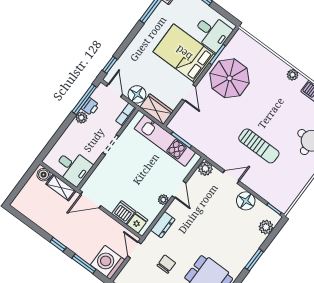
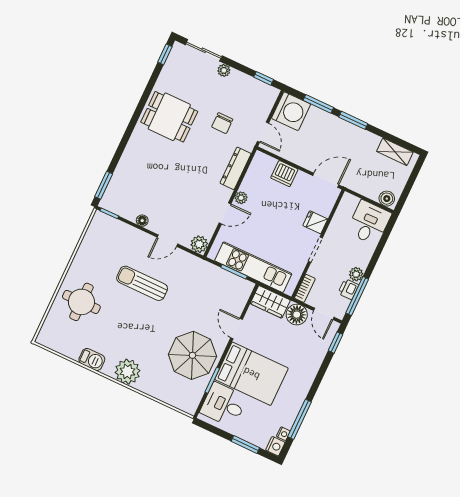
plant: (293, 75) -> (128, 372), width x1.87, depth x1.87
desk: (73, 167) -> (369, 223), moved, turned 90
shelving: (61, 188) -> (395, 152), moved
door: (179, 189) -> (225, 213), swing flipped
floor lamp: (246, 201) -> (142, 221), width x0.53, depth x0.53
fridge: (137, 222) -> (315, 222), moved, turned 90
dresser: (163, 225) -> (236, 168), width x1.44
plant: (266, 227) -> (114, 190), removed
window: (58, 245) -> (353, 120), width x1.50
window: (254, 260) -> (104, 185), moved

